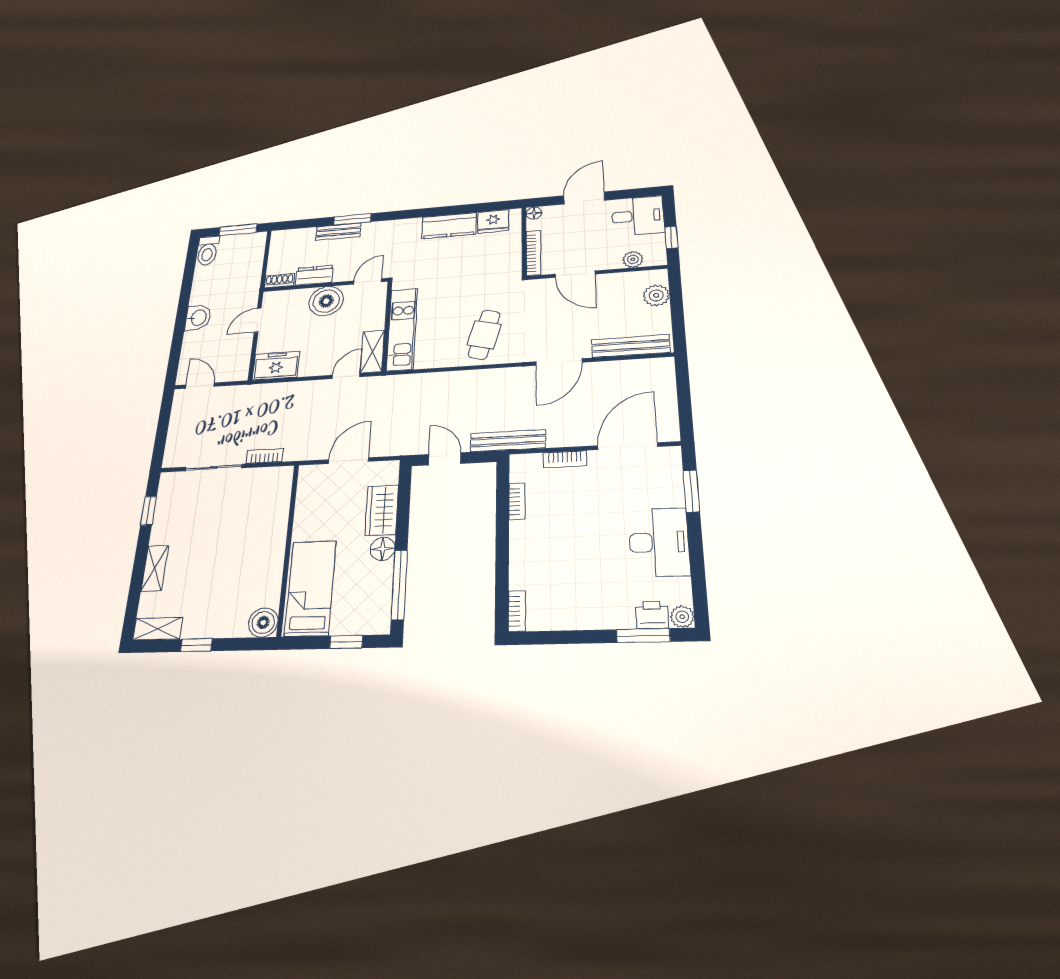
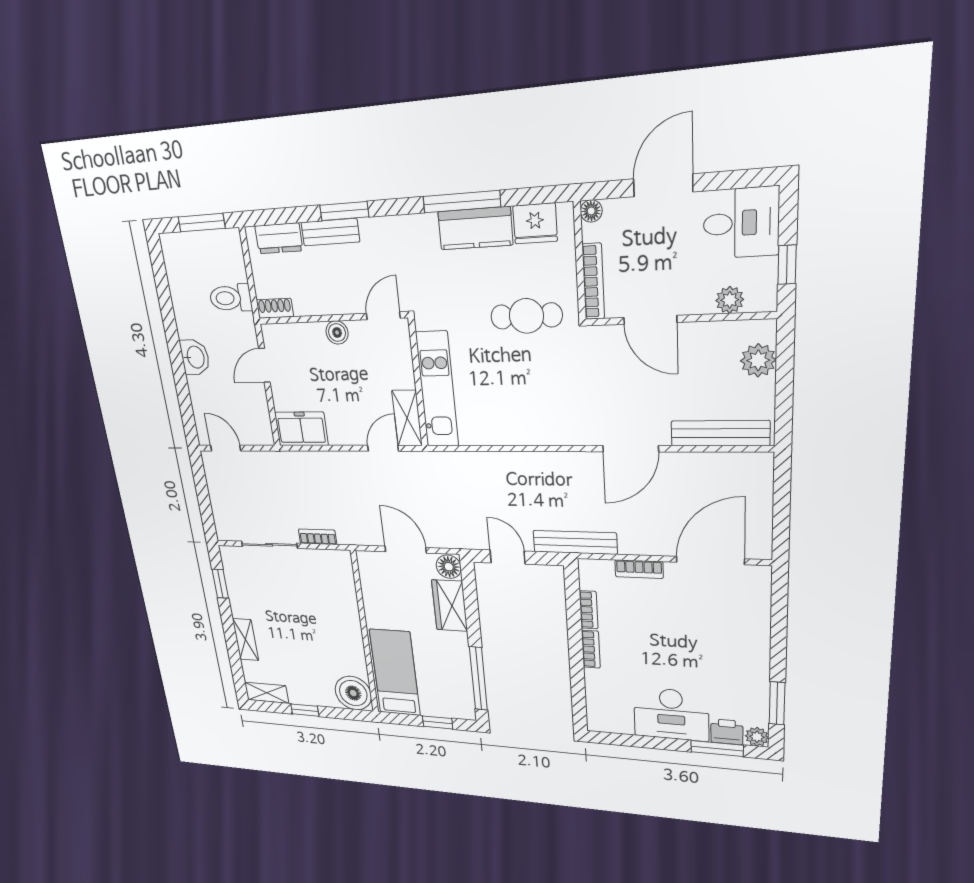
window: (441, 211) -> (462, 202), added
toilet: (208, 251) -> (231, 298), moved, turned 90
dresser: (314, 275) -> (279, 238), moved, turned 180
boiler: (326, 301) -> (337, 332), width x0.54, depth x0.54
cafe table: (484, 335) -> (526, 316), moved, turned 75
door: (348, 461) -> (406, 550), hinge flipped
window: (691, 491) -> (777, 703), moved
desk: (659, 542) -> (671, 714), moved, turned 90
floor lamp: (383, 549) -> (449, 567), moved
bookcase: (517, 611) -> (591, 649), moved
boiler: (263, 623) -> (353, 693), width x1.37, depth x1.37

